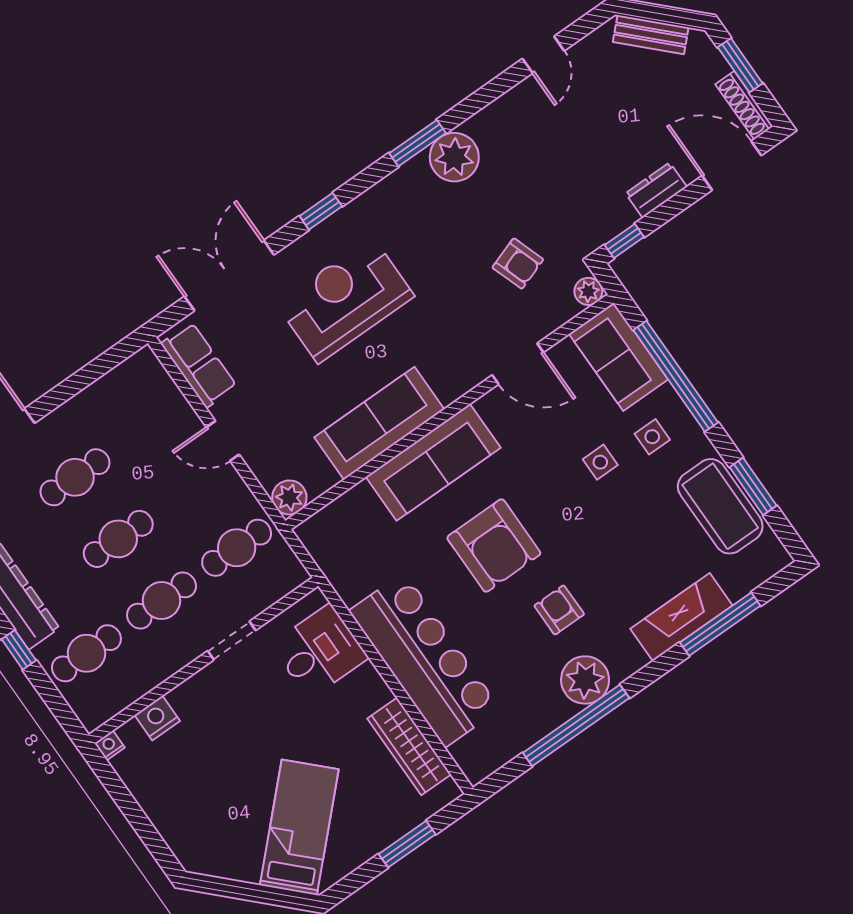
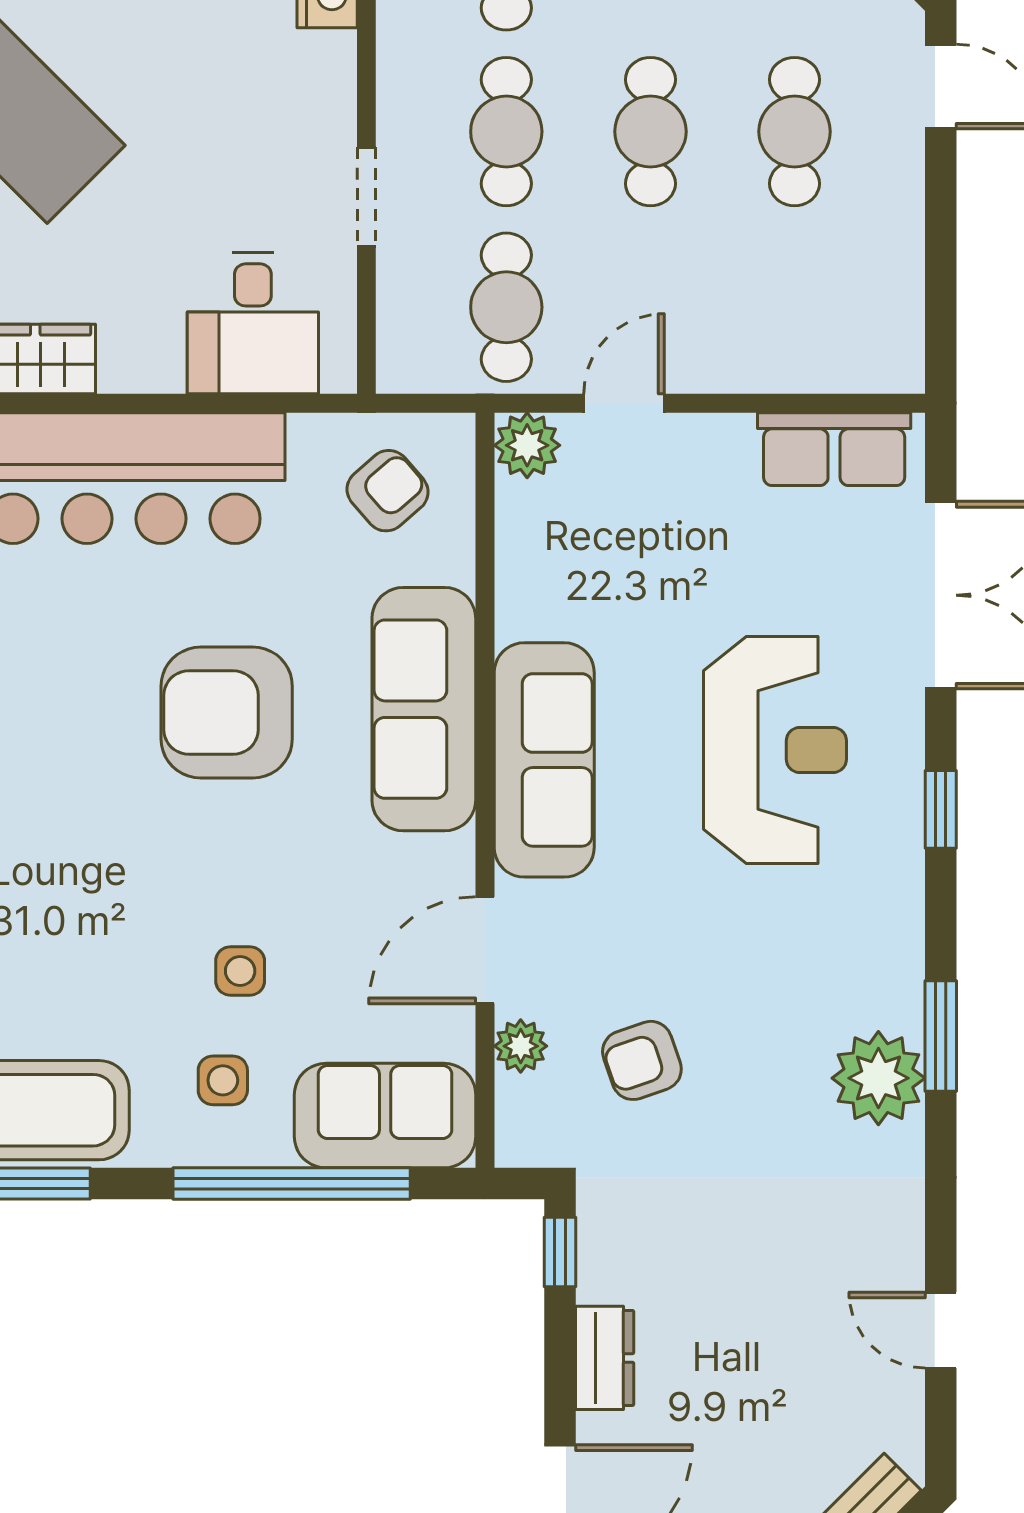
plant: (588, 291) -> (521, 1046), moved
sofa: (379, 423) -> (544, 760), moved
door: (223, 441) -> (624, 403), moved
armchair: (559, 610) -> (388, 491), moved, turned -41

